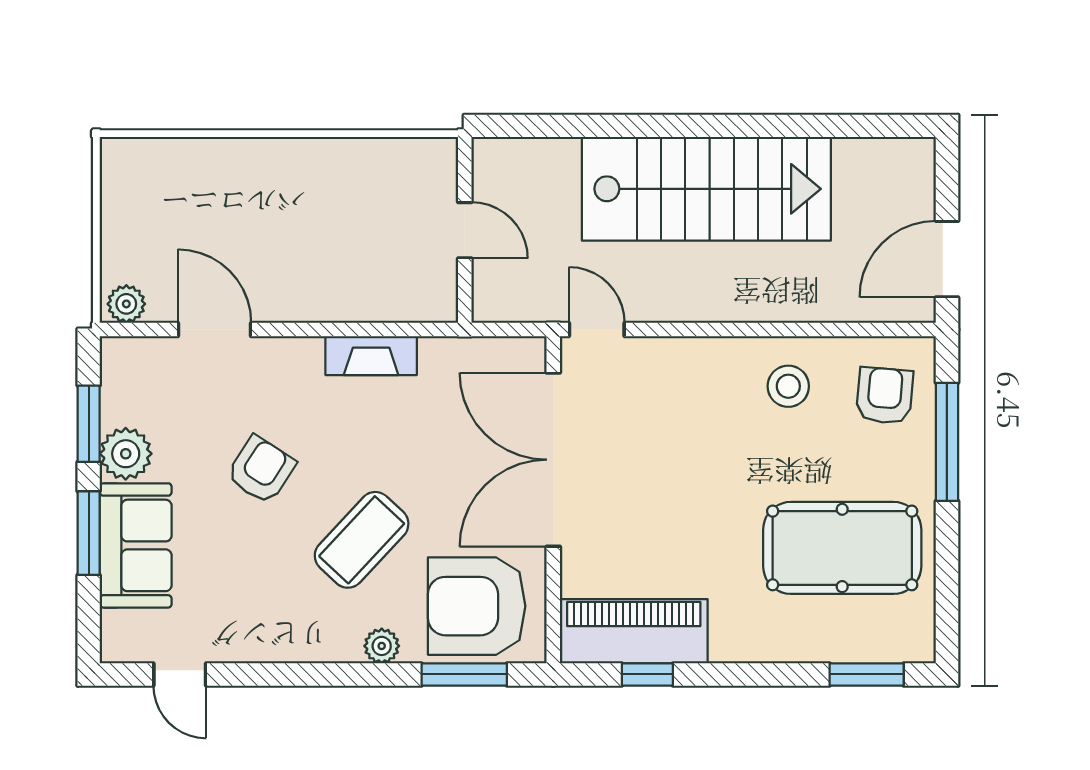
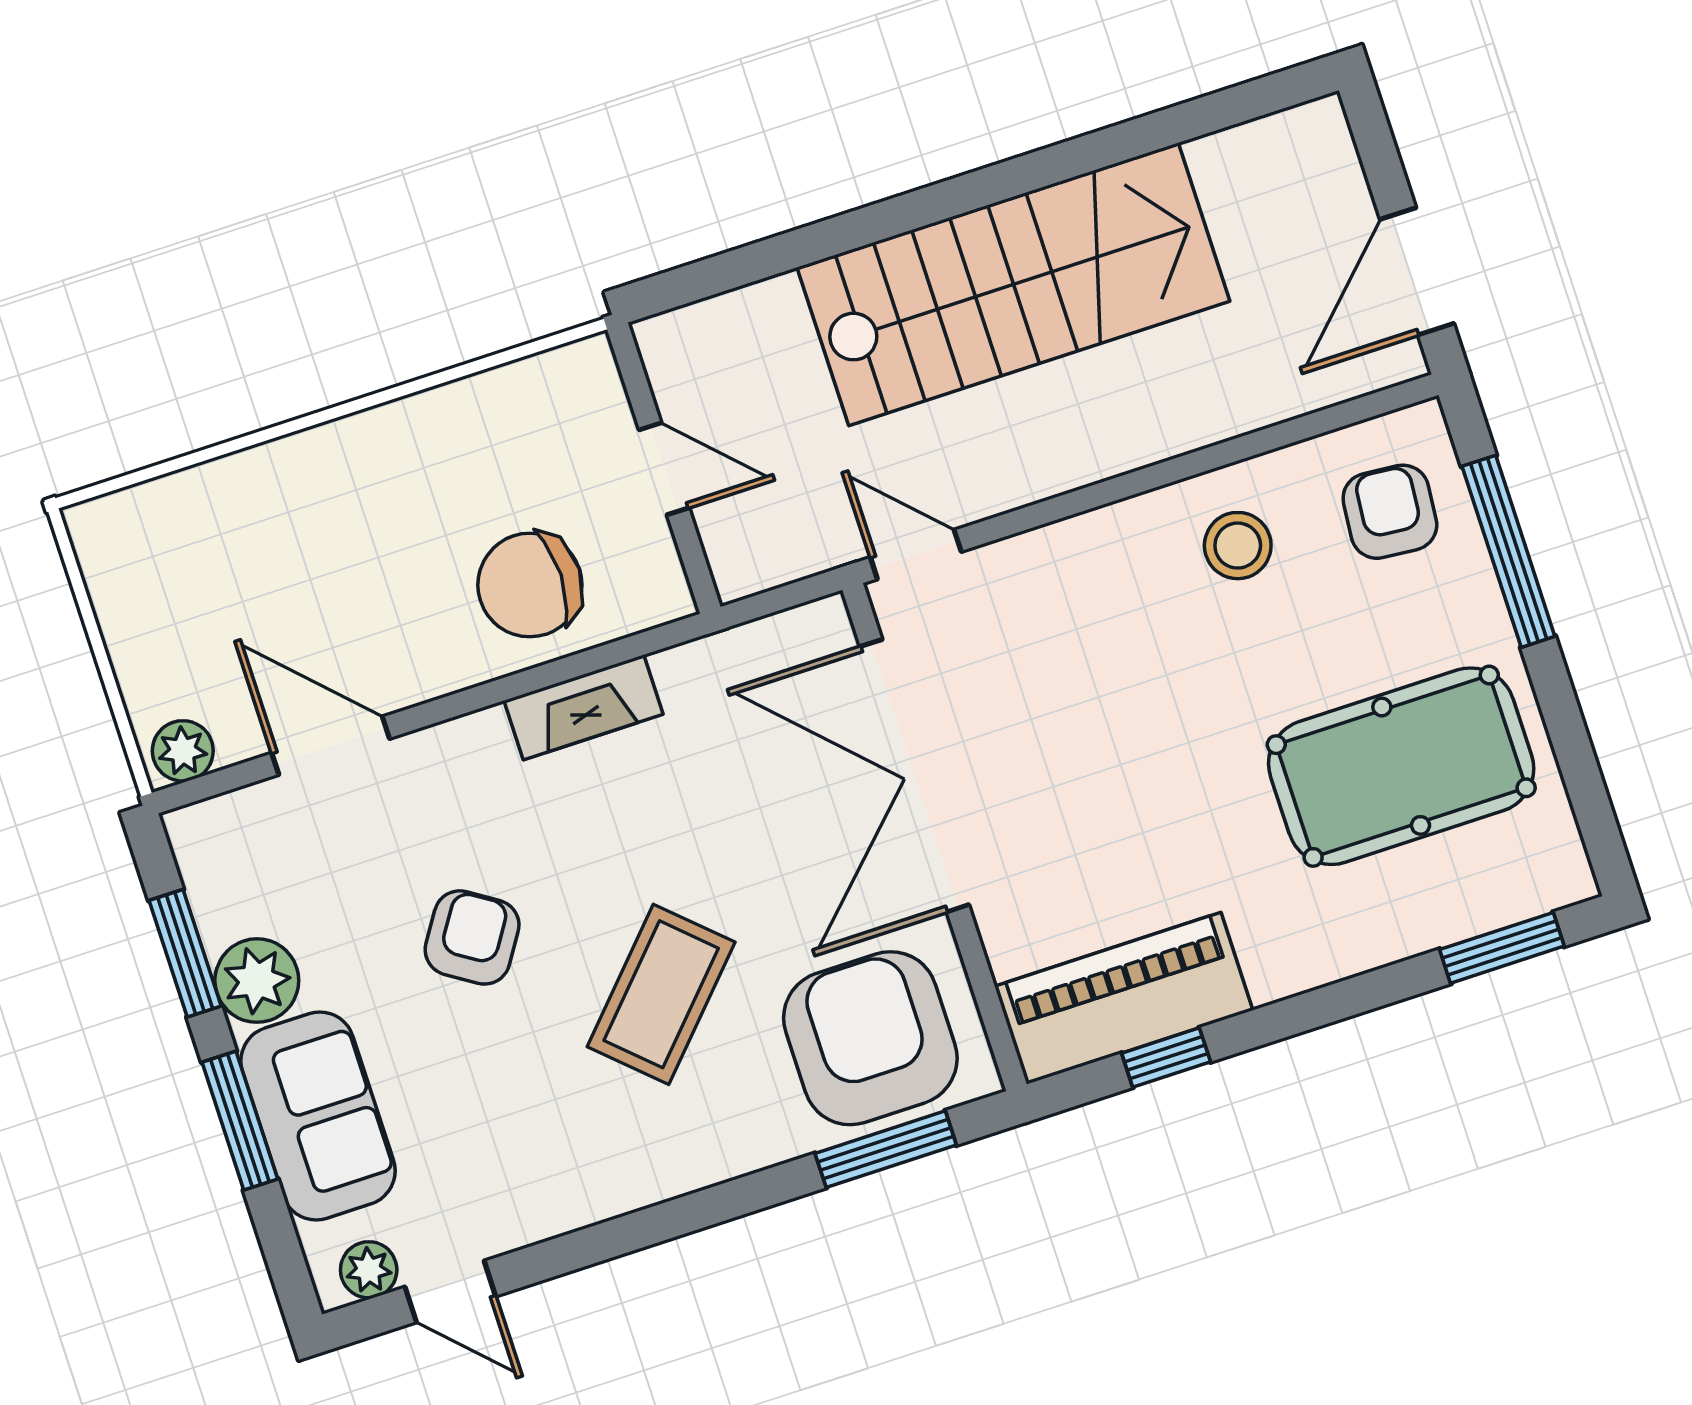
chair: (363, 273) -> (530, 585), added
armchair: (477, 606) -> (870, 1038), turned 90
plant: (382, 646) -> (369, 1270), moved

